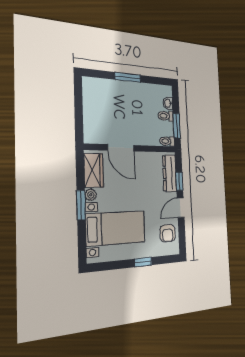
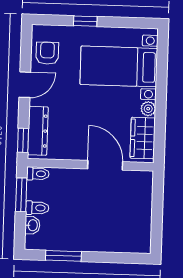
window: (128, 77) -> (63, 256), moved
window: (179, 181) -> (23, 140), moved
window: (81, 205) -> (161, 97), removed

